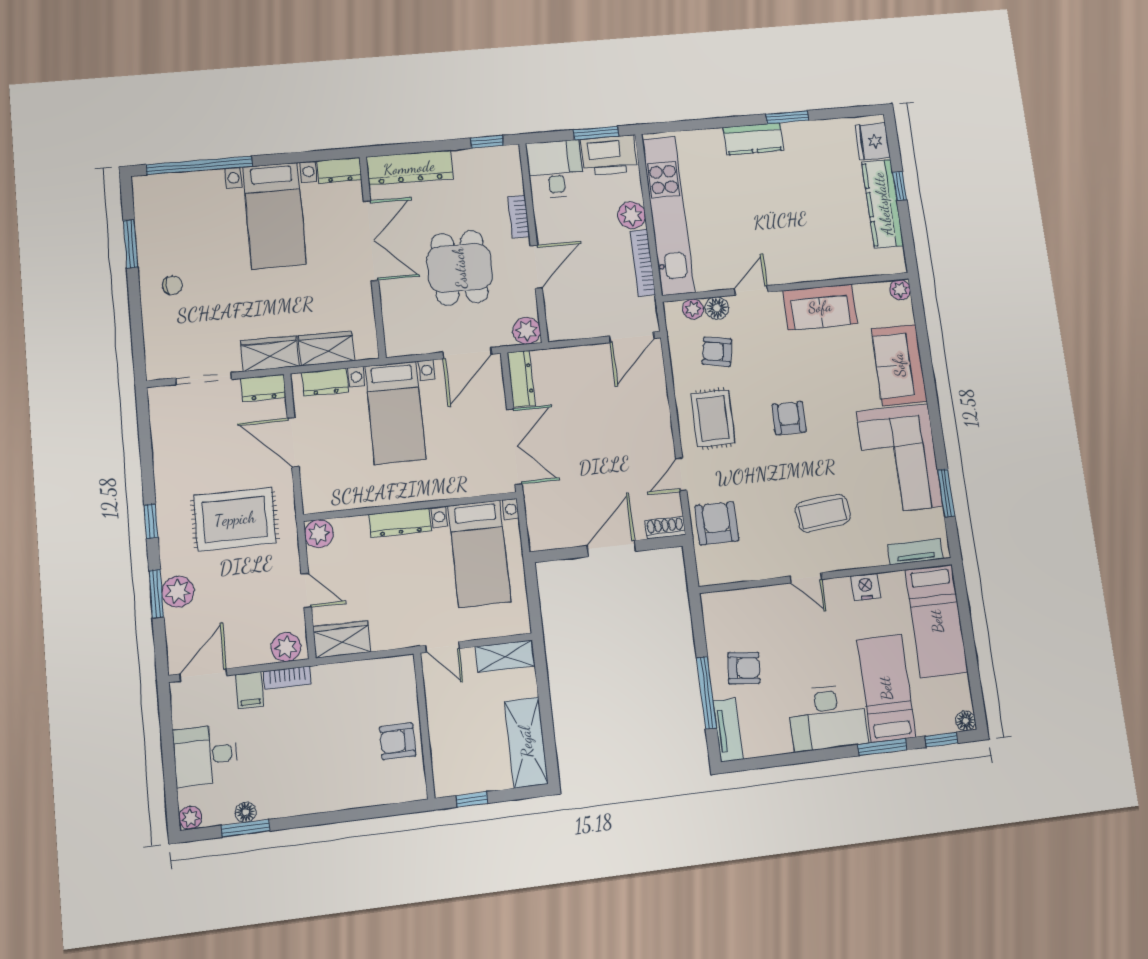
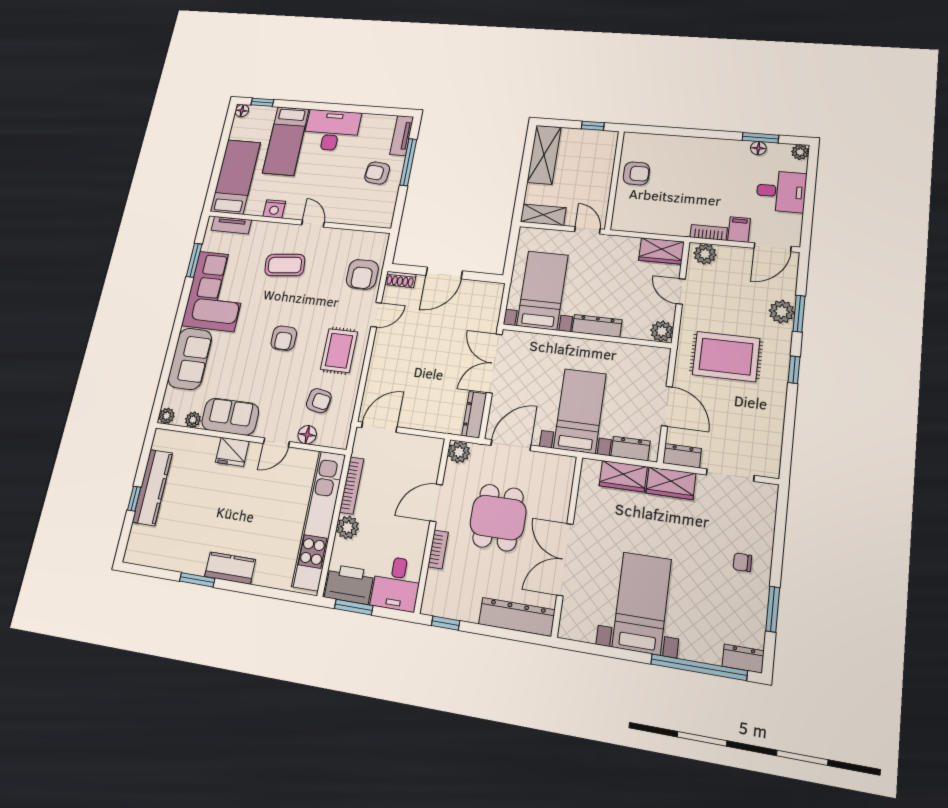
fridge: (873, 141) -> (232, 452), moved, turned 90
dresser: (340, 170) -> (743, 659), moved
plant: (693, 309) -> (193, 420), moved
window: (882, 747) -> (303, 105), removed

